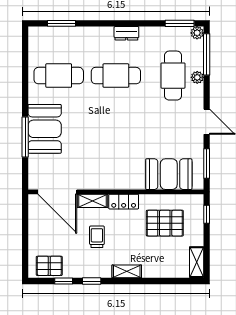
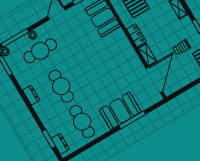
dresser: (47, 34) -> (60, 144), added
trolley: (97, 237) -> (182, 47), moved

